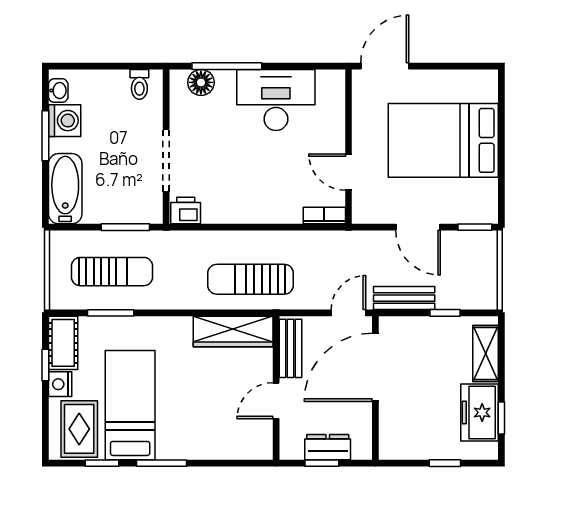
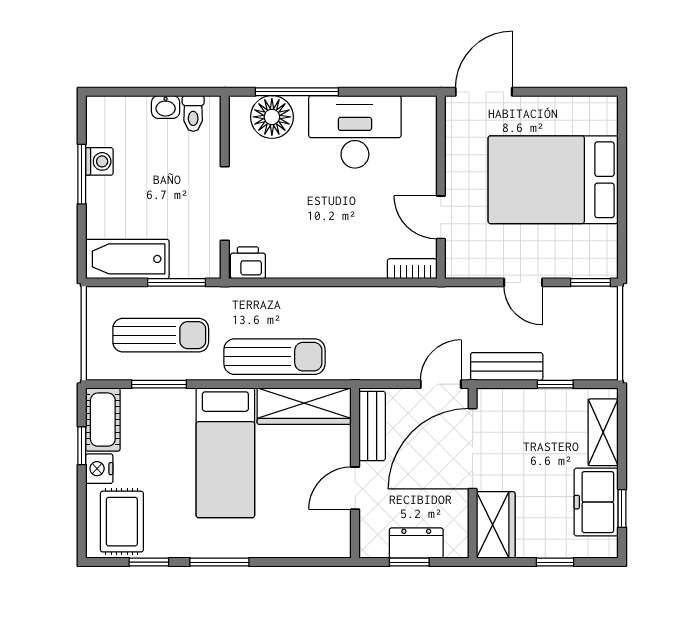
floor lamp: (201, 82) -> (272, 117), width x1.38, depth x1.38
washbasin: (58, 91) -> (166, 107), moved, turned 90
washing machine: (65, 121) -> (99, 161), width x0.73, depth x0.73
bathtub: (65, 189) -> (127, 259), moved, turned -90
door: (418, 227) -> (523, 282), width x0.73
sun lounger: (251, 279) -> (274, 357), moved, turned 180
bed: (130, 405) -> (225, 453), moved, turned 180
wardrobe: (395, 432) -> (496, 525), added

